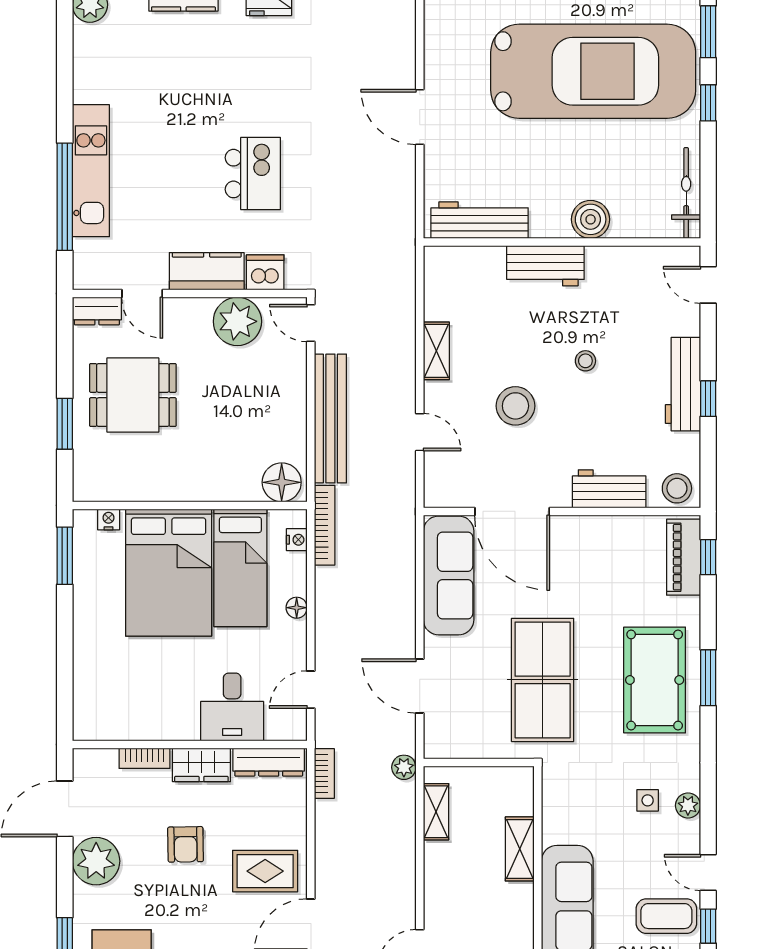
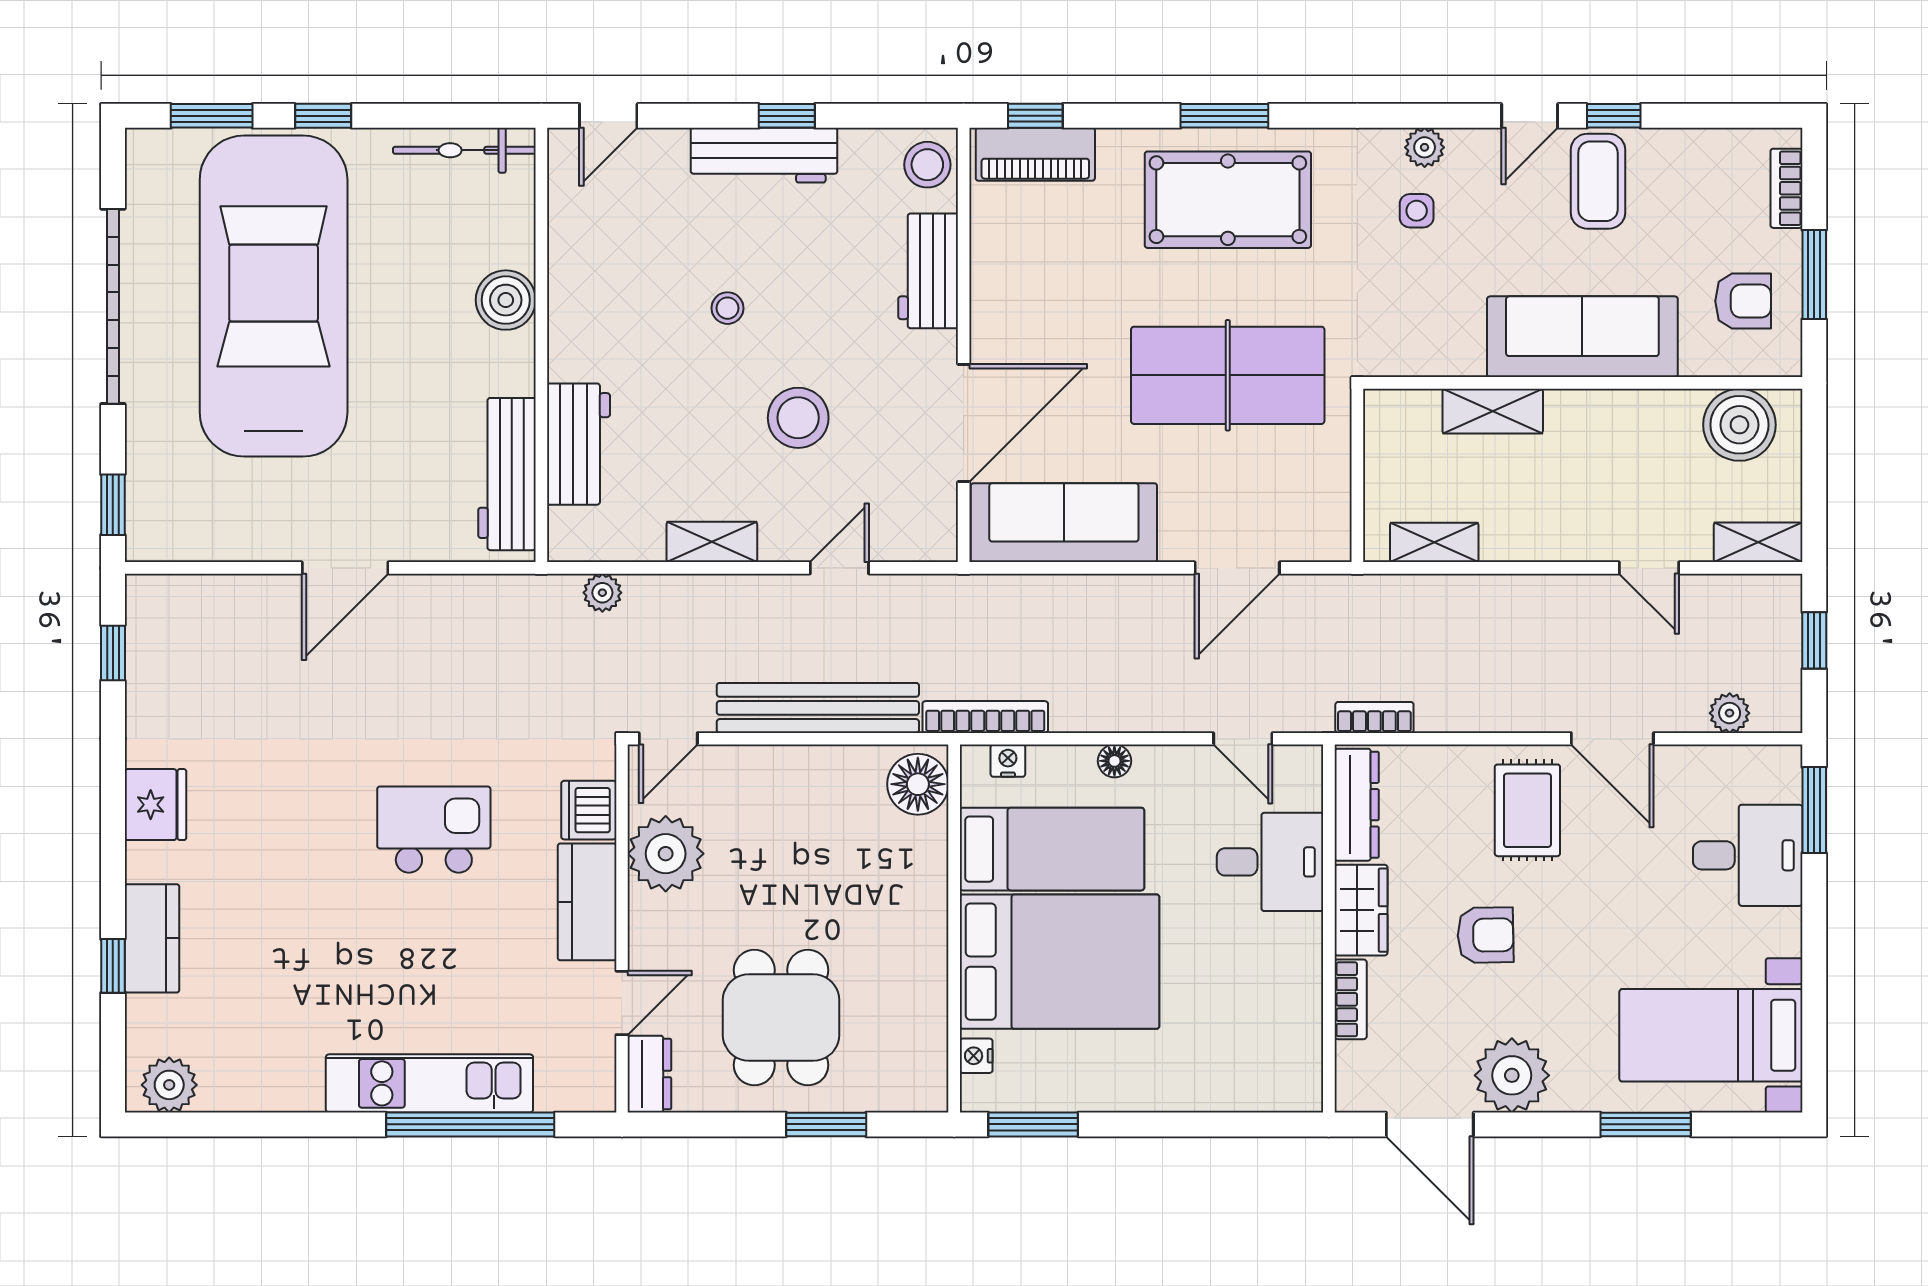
workbench: (545, 266) -> (578, 444), moved
plant: (404, 767) -> (602, 593), moved

